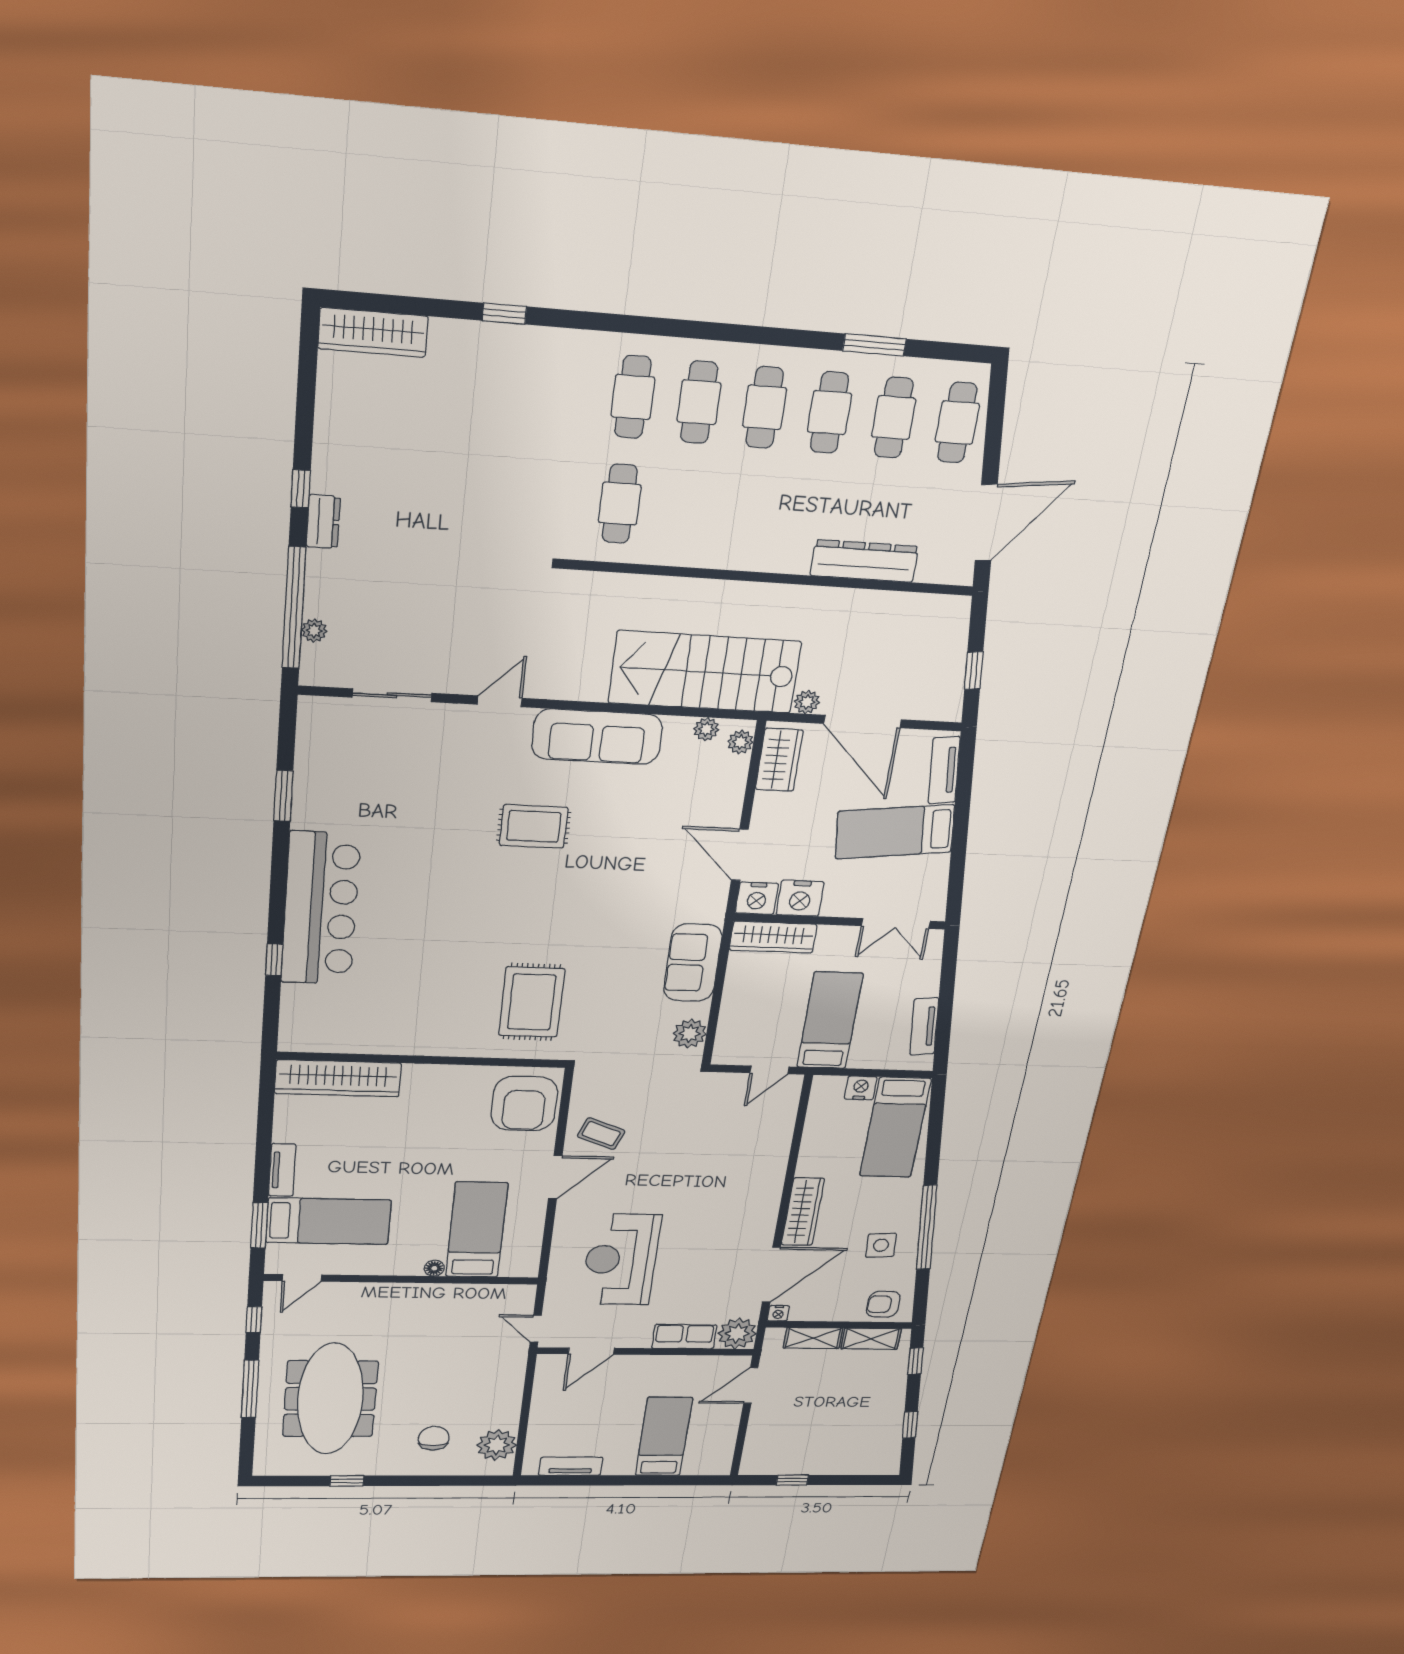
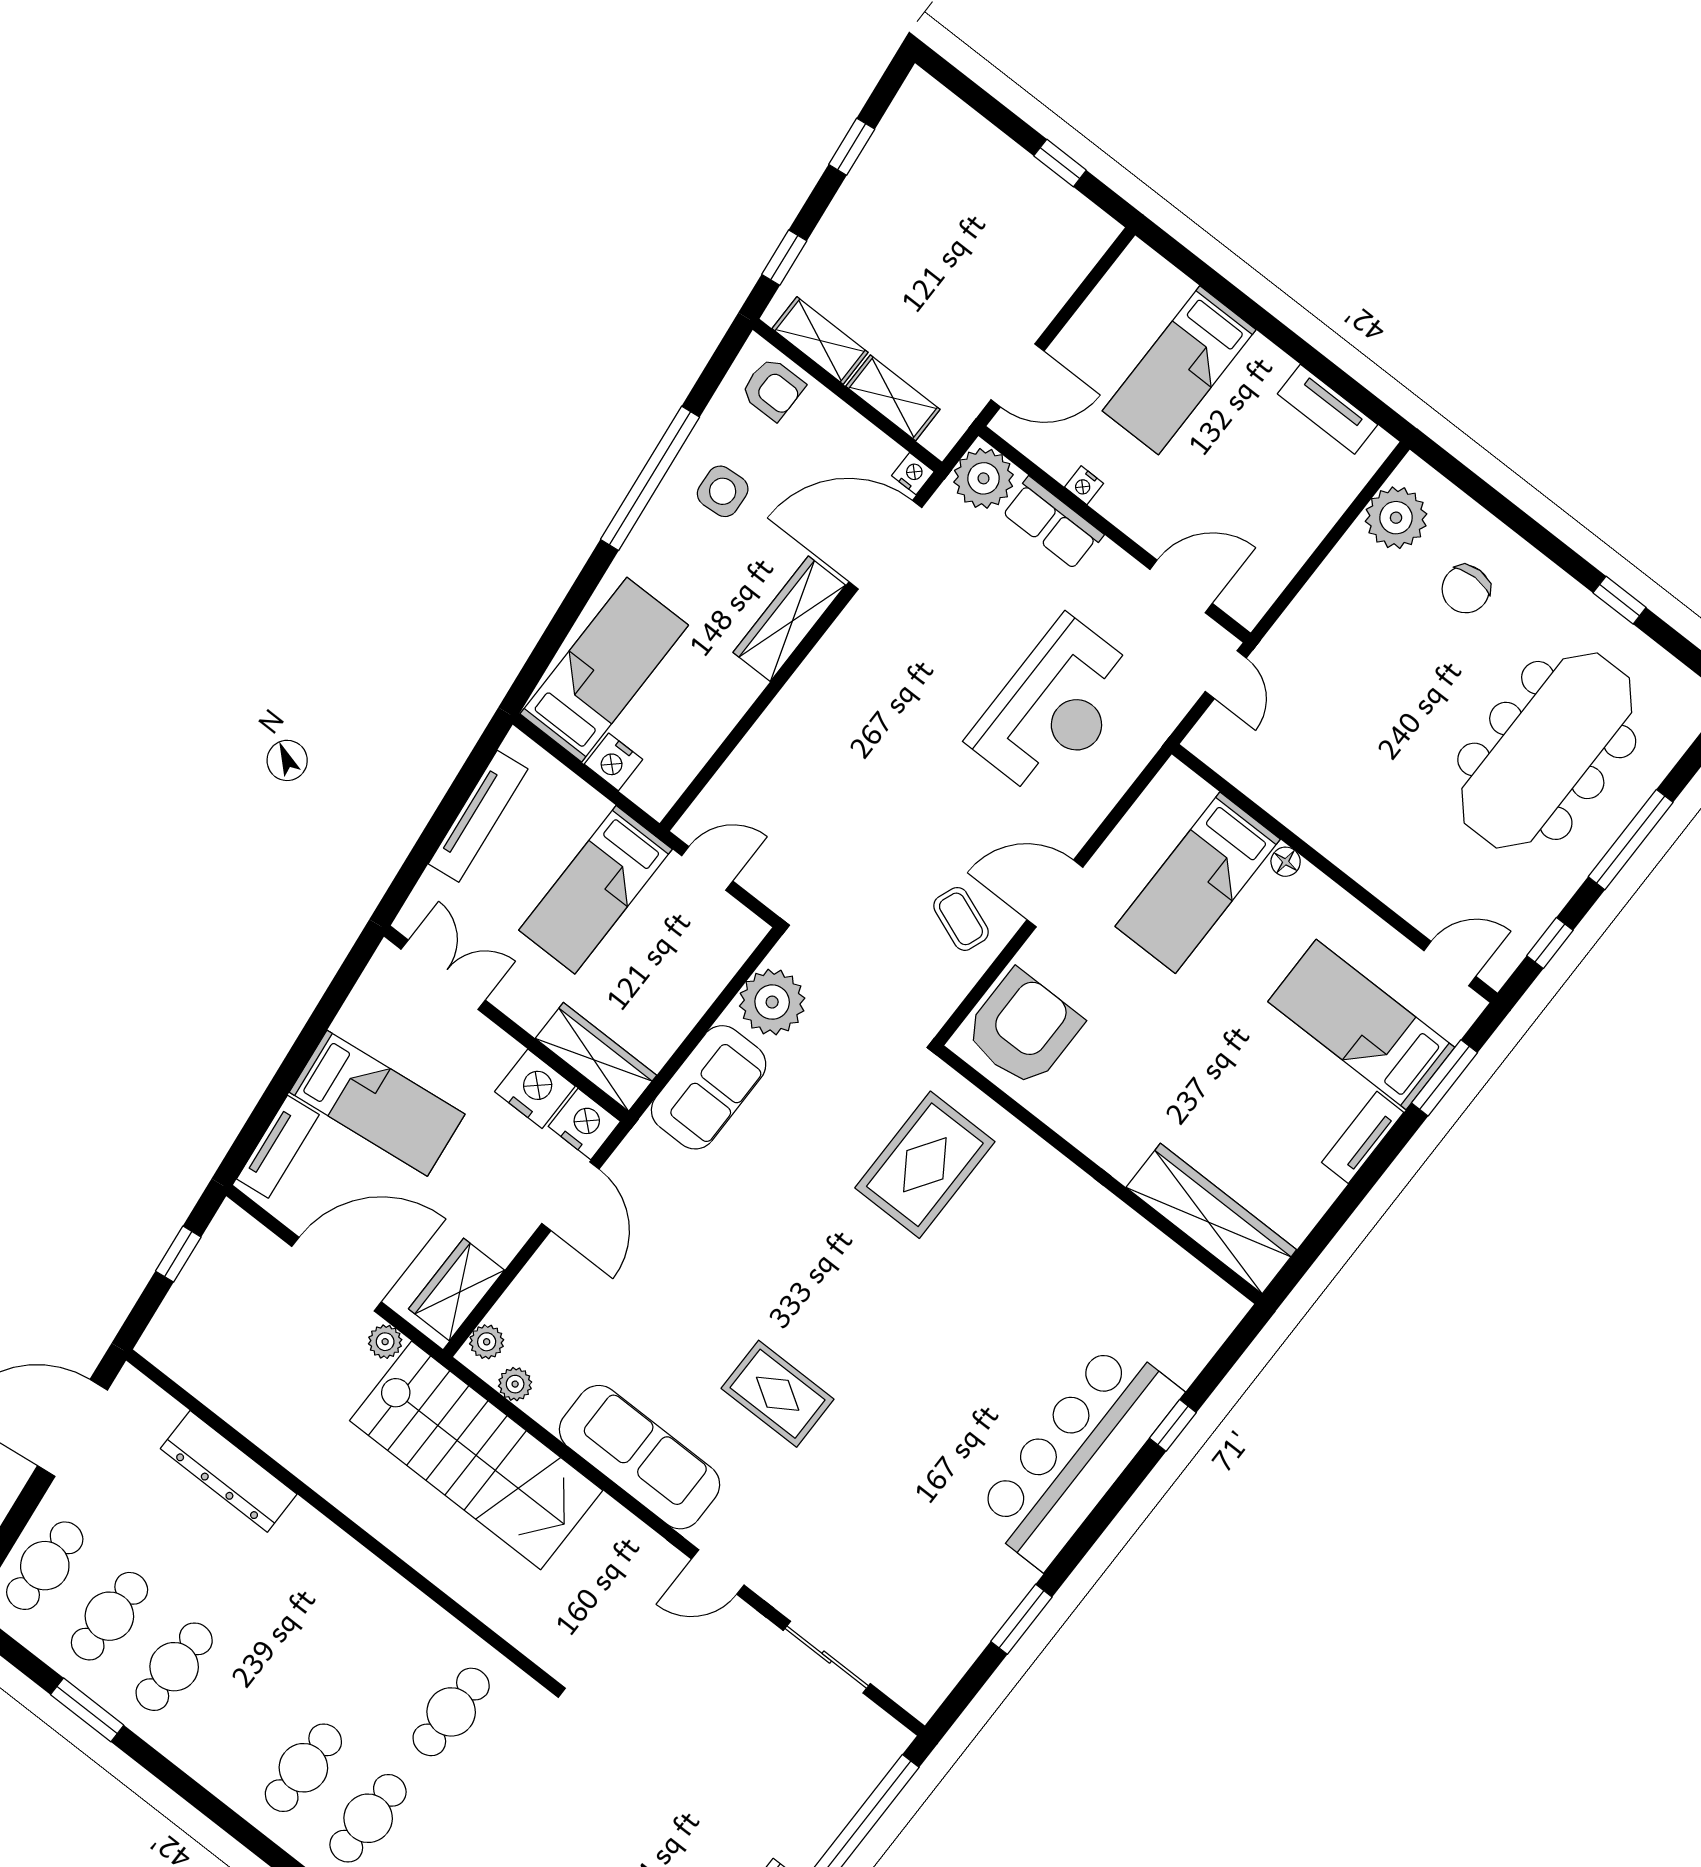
cafe table: (765, 407) -> (239, 1717), removed
plant: (314, 631) -> (858, 1785), removed
door: (863, 722) -> (337, 1274), hinge flipped
tv unit: (924, 1027) -> (478, 816), width x1.41
plant: (690, 1034) -> (772, 1002), width x1.36, depth x1.36
nightstand: (679, 1362) -> (1084, 485), added

